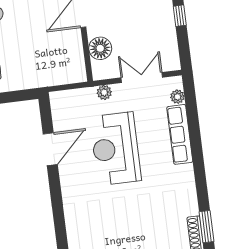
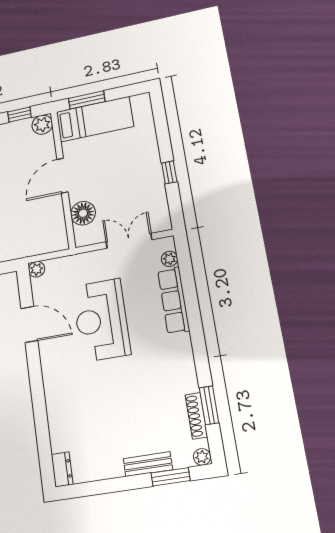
plant: (104, 92) -> (37, 269), moved
door: (50, 149) -> (29, 324), hinge flipped

